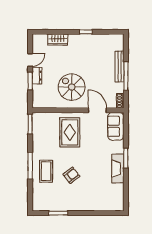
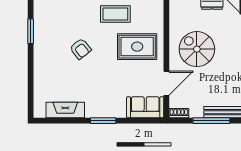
spiral stairs: (72, 87) -> (197, 49), turned -90
fireplace: (118, 169) -> (65, 110), moved
coffee table: (46, 171) -> (115, 14), moved

